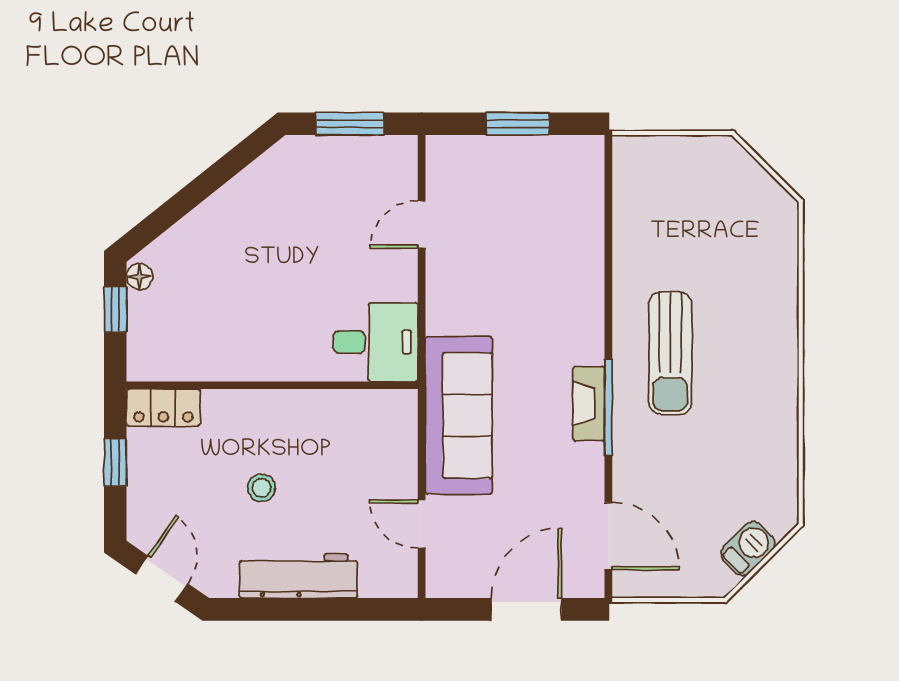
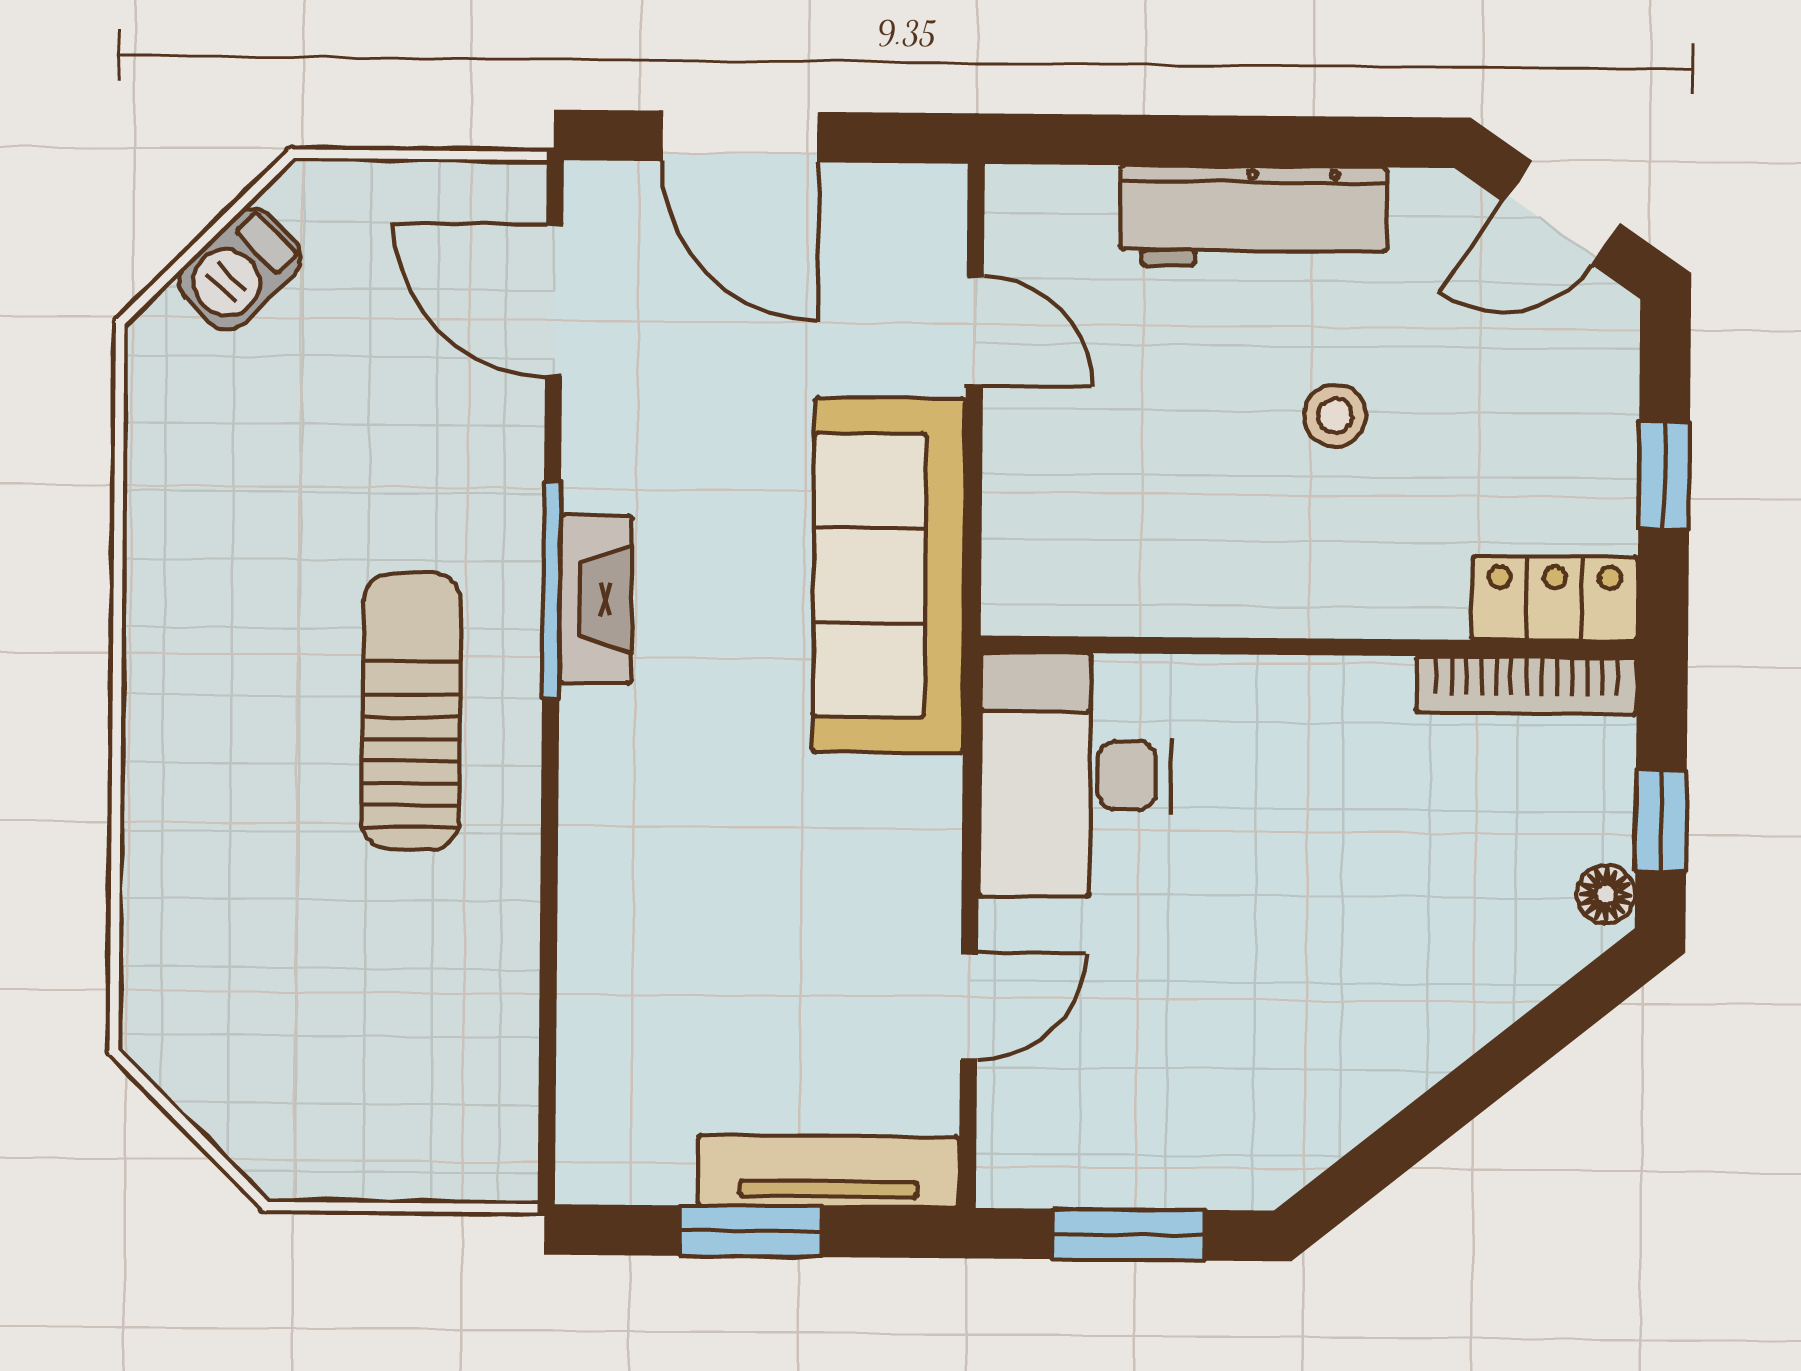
tv unit: (483, 151) -> (828, 1171), added
desk: (375, 342) -> (1075, 775), width x1.37
bookcase: (175, 369) -> (1527, 685), added
door: (162, 579) -> (1562, 213), hinge flipped
door: (527, 609) -> (740, 137), hinge flipped

